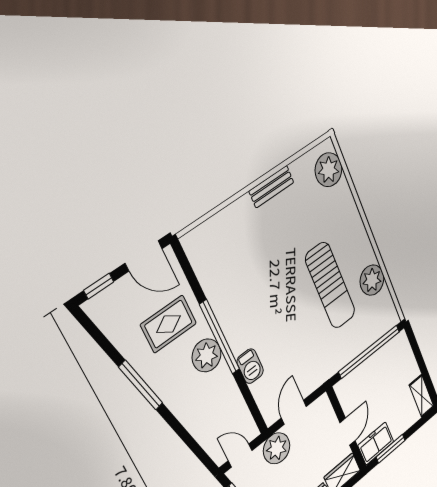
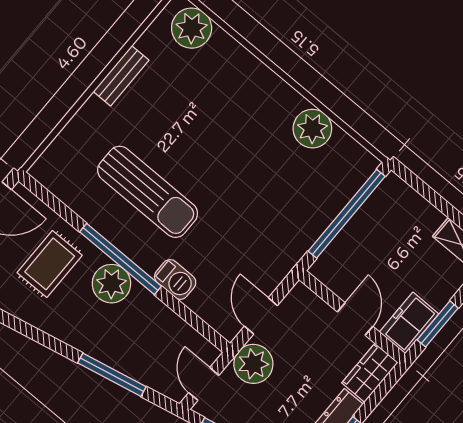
sun lounger: (330, 285) -> (148, 192), moved
window: (141, 385) -> (112, 375), moved
door: (240, 456) -> (204, 384), hinge flipped

